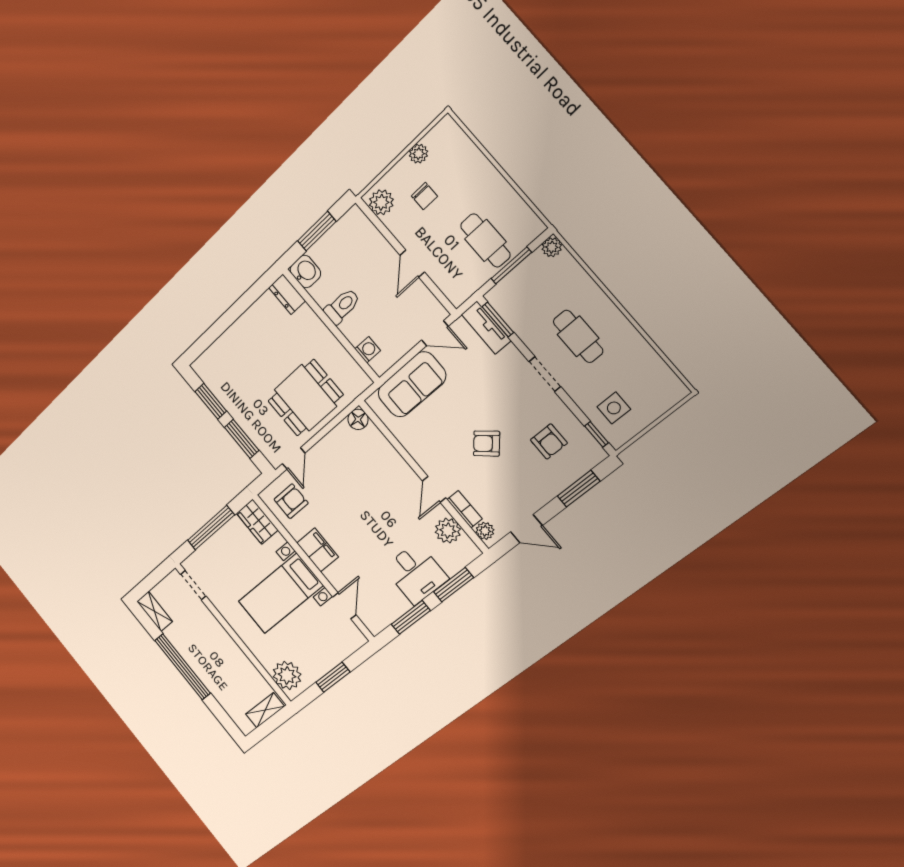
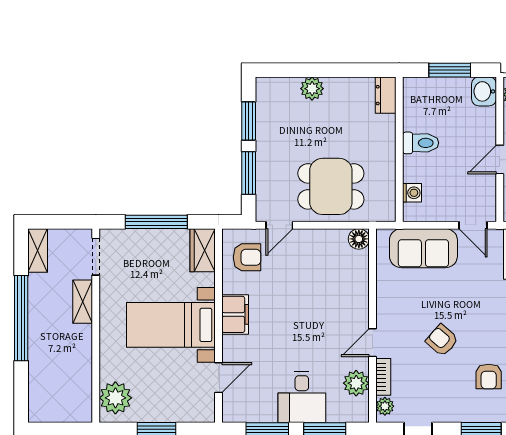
washbasin: (305, 271) -> (484, 91), moved, turned 180
plant: (233, 338) -> (312, 89), added
shelving: (265, 710) -> (83, 302), moved, turned 90

